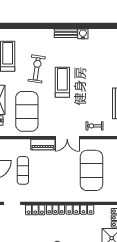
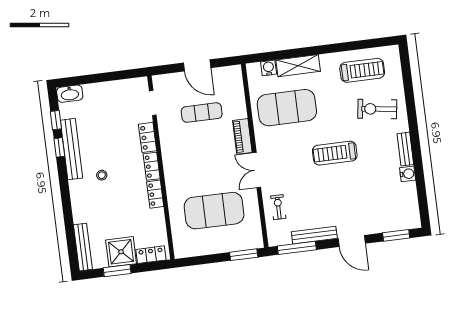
exercise bike: (37, 69) -> (377, 109), moved, turned 180
treadmill: (62, 82) -> (335, 153), turned 180
locker: (80, 210) -> (155, 194), width x0.66

